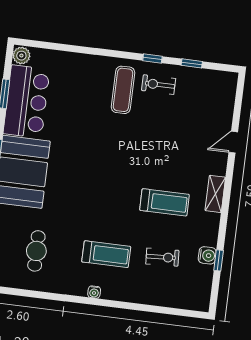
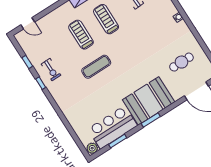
exercise mat: (123, 90) -> (96, 67), moved
door: (233, 142) -> (28, 23), moved
treadmill: (106, 254) -> (81, 35), moved

